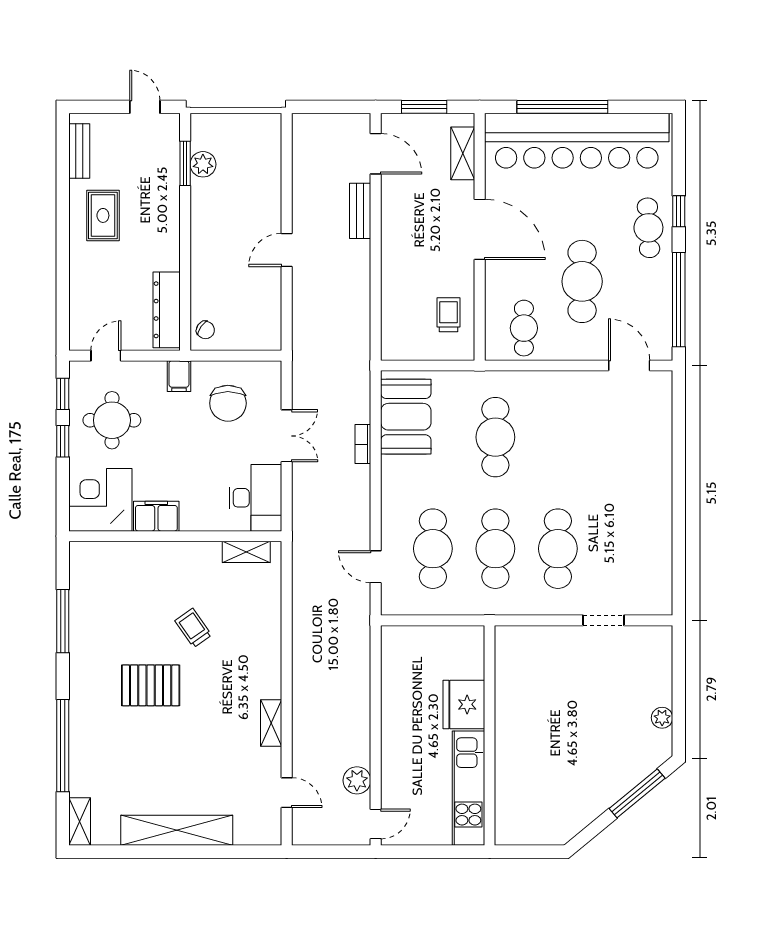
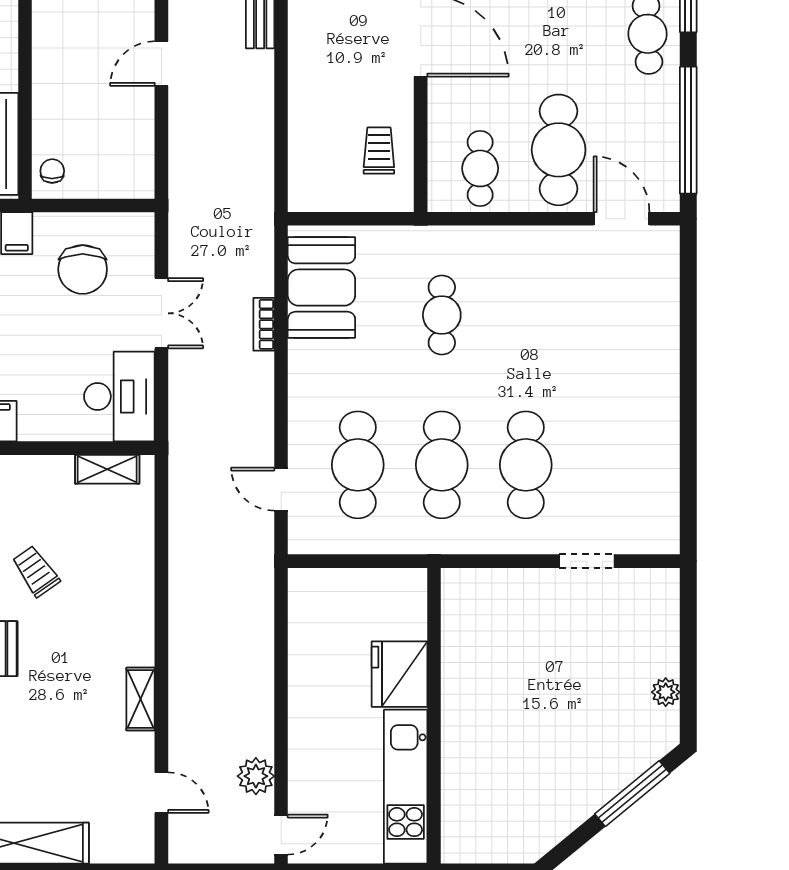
cafe table: (582, 281) -> (559, 150), moved
chair: (205, 330) -> (52, 171), turned -125
cafe table: (495, 437) -> (442, 315), width x0.73, depth x0.74

